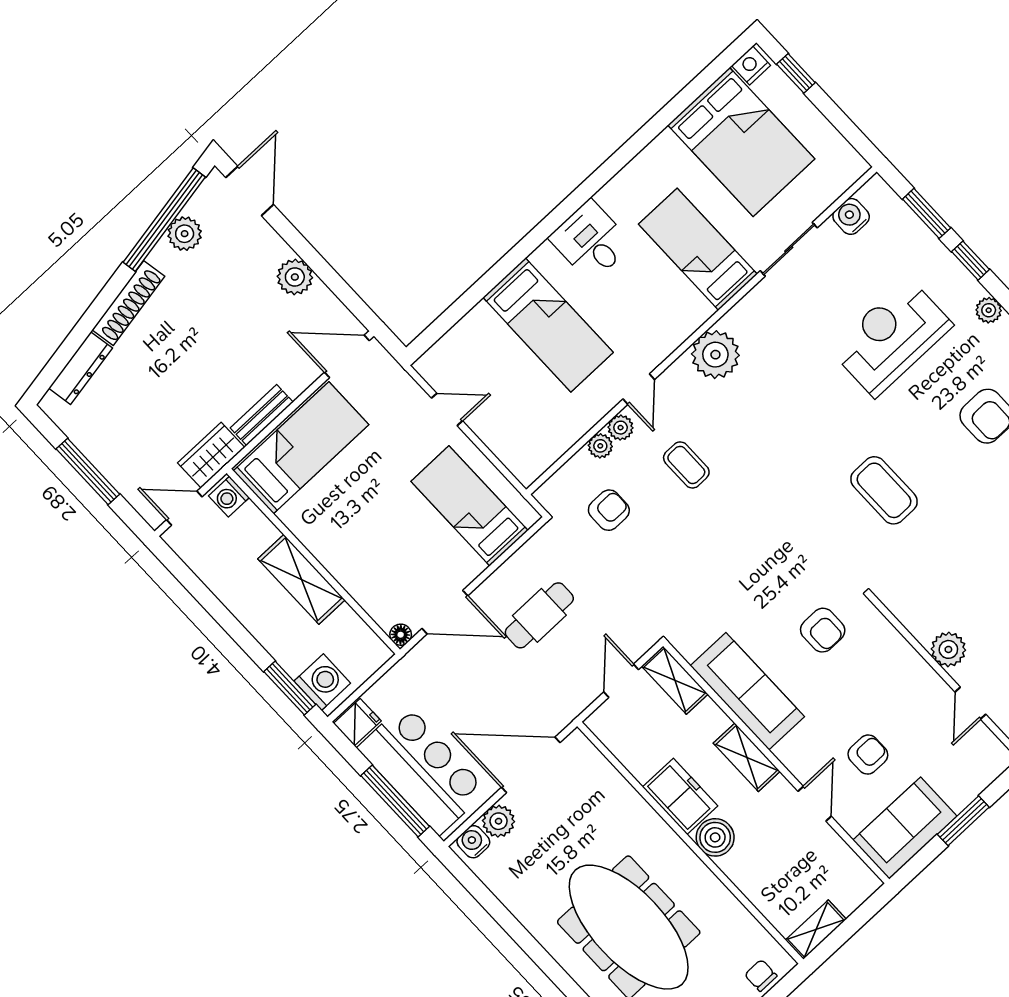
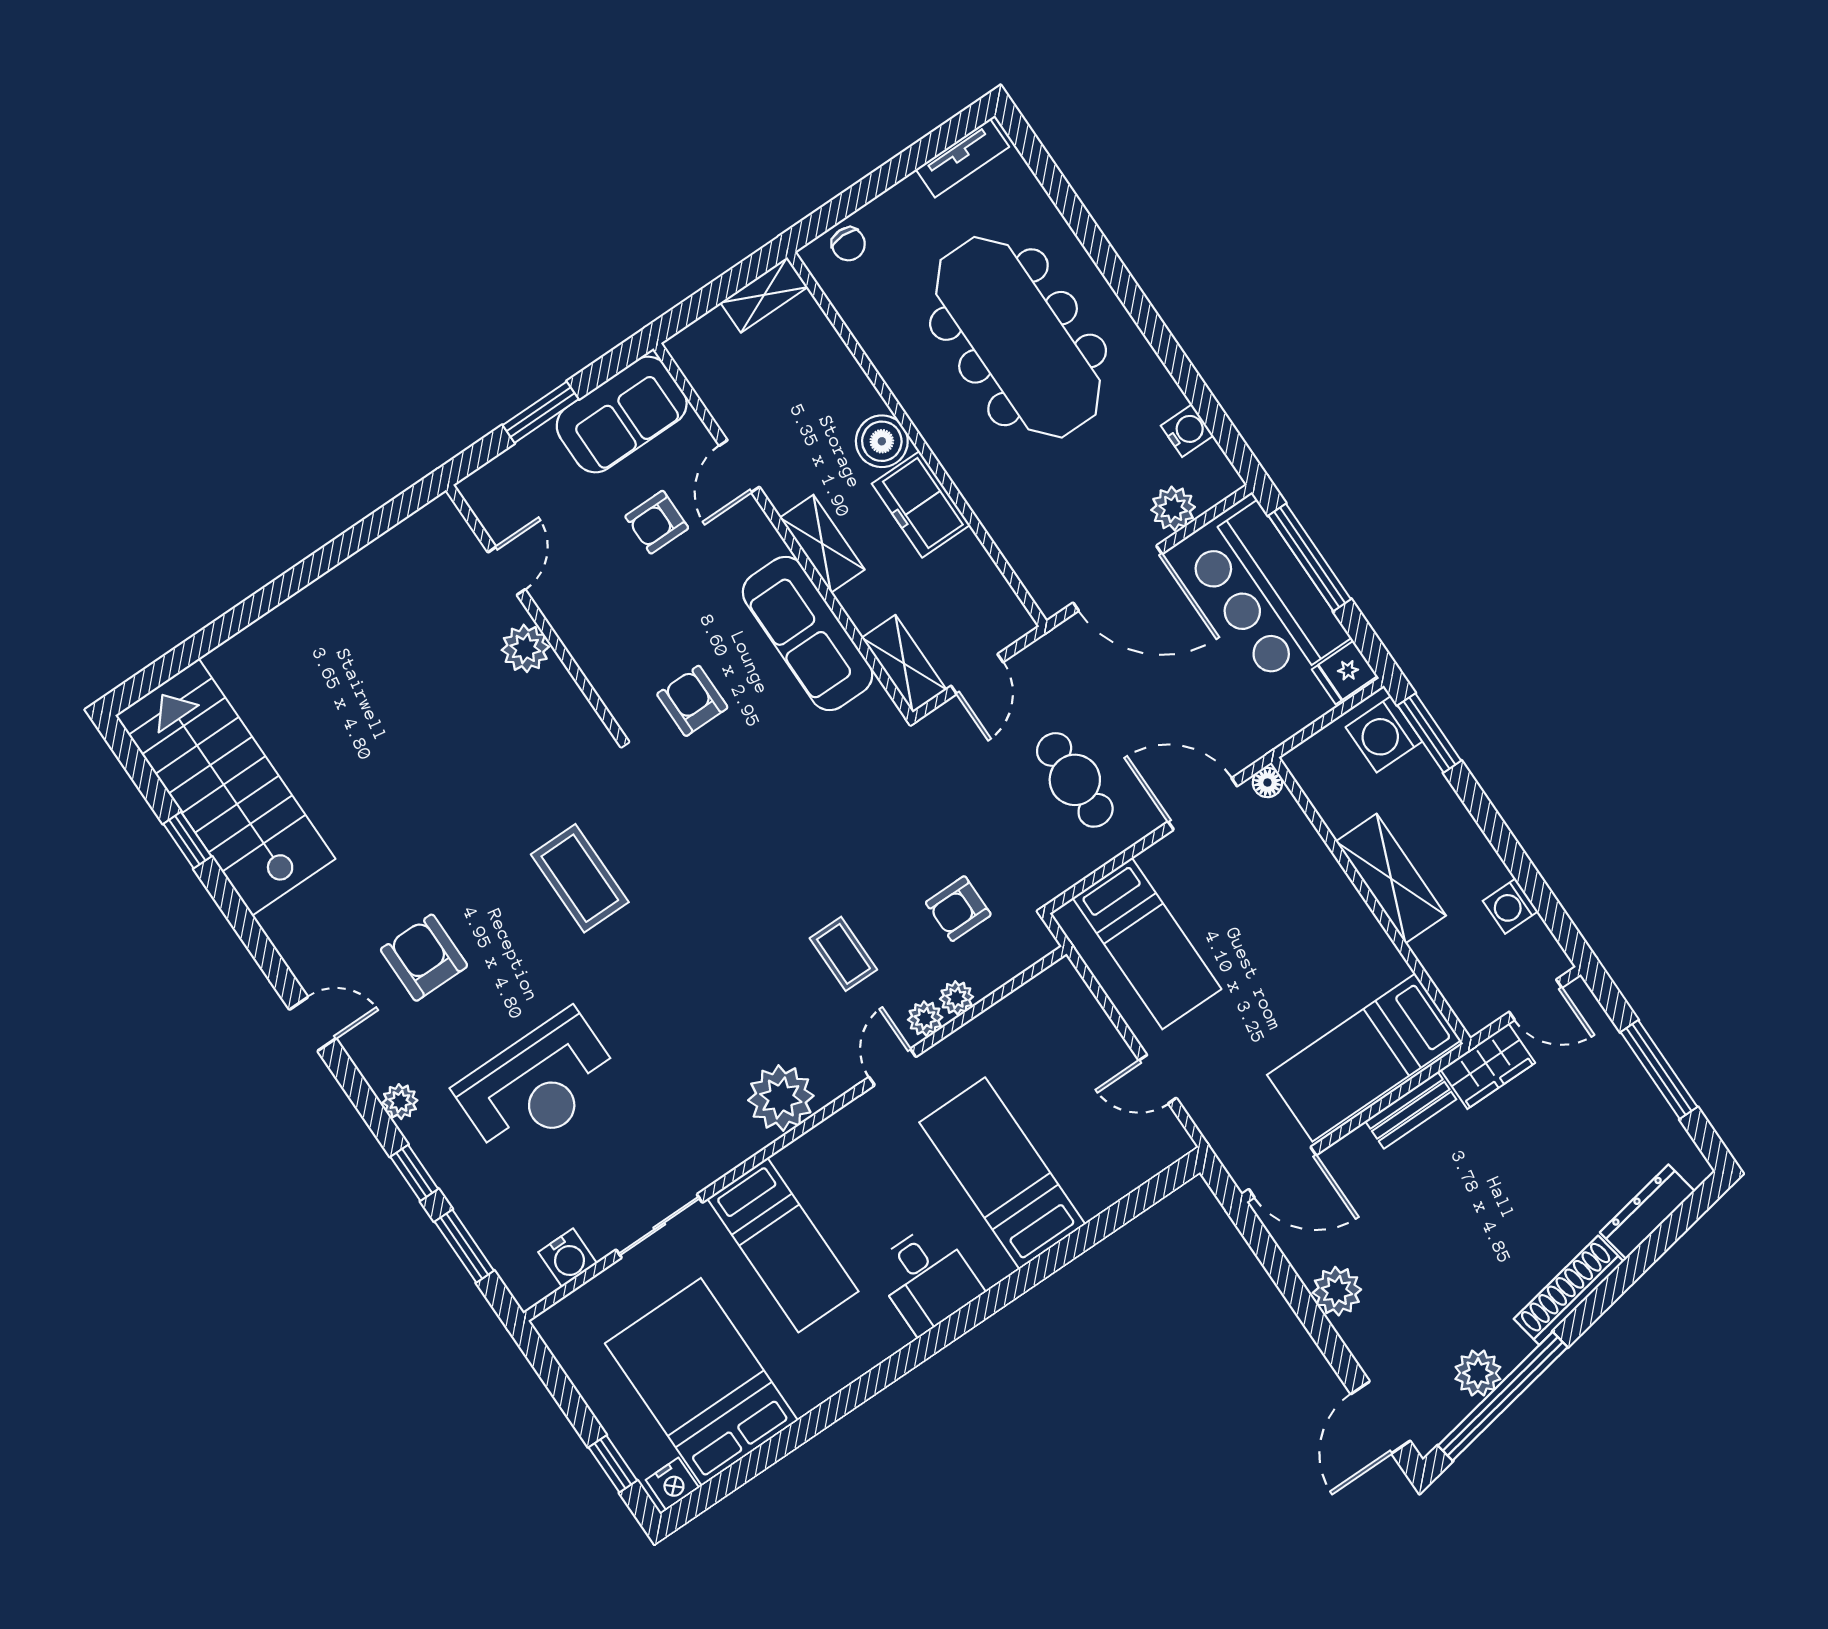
washing machine: (229, 497) -> (1510, 906), moved, turned 180
cafe table: (539, 615) -> (1075, 780), turned 90
water cooler: (473, 842) -> (1187, 431), moved, turned -90

